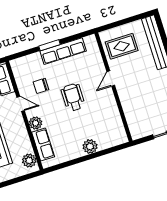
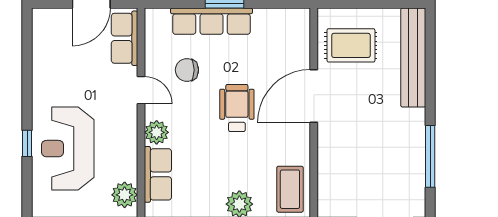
row of seats: (63, 51) -> (211, 21), moved
door: (111, 78) -> (314, 96), width x1.87
coffee table: (114, 131) -> (290, 189), added

